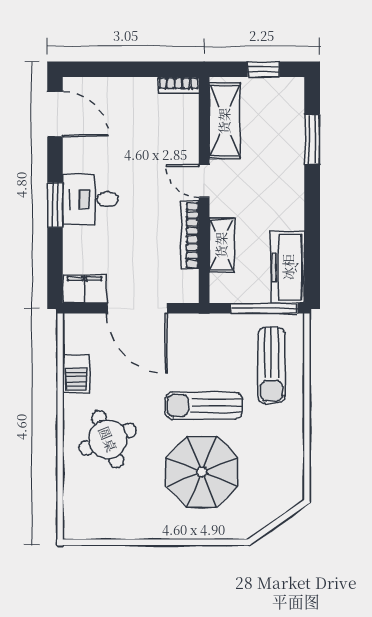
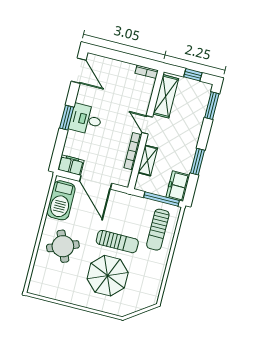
window: (312, 139) -> (212, 106), moved
window: (312, 224) -> (198, 162), added
freezer: (288, 267) -> (178, 186), width x0.71
barbecue: (76, 374) -> (61, 200), width x1.88, depth x1.53
sun lounger: (204, 406) -> (117, 242), turned 180

